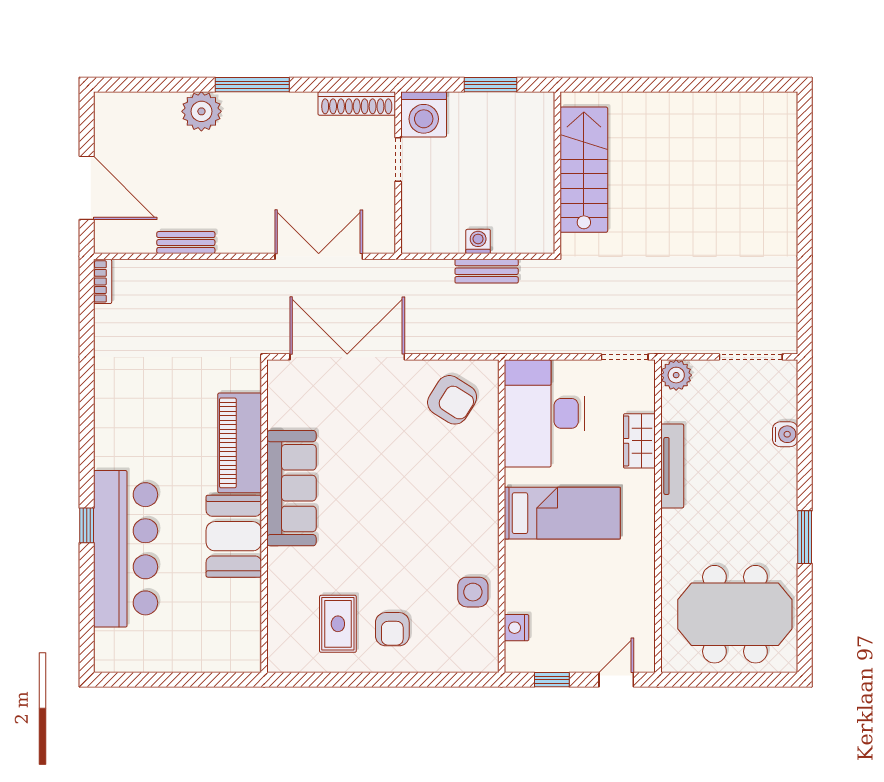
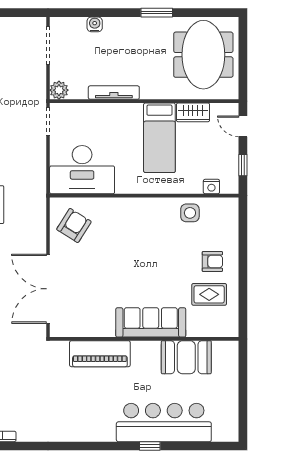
wardrobe: (639, 441) -> (193, 112), moved
sofa: (291, 488) -> (151, 322), moved
bed: (562, 513) -> (159, 138), moved, turned 180
booth: (234, 536) -> (186, 357), moved

